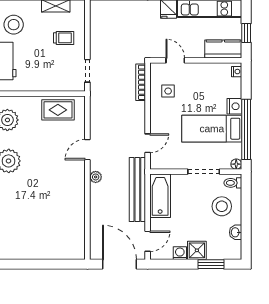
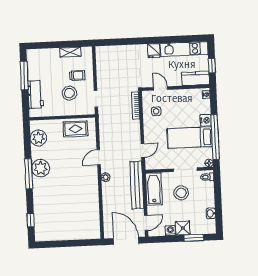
stool: (14, 25) -> (69, 93), moved
stool: (222, 206) -> (181, 193), moved

